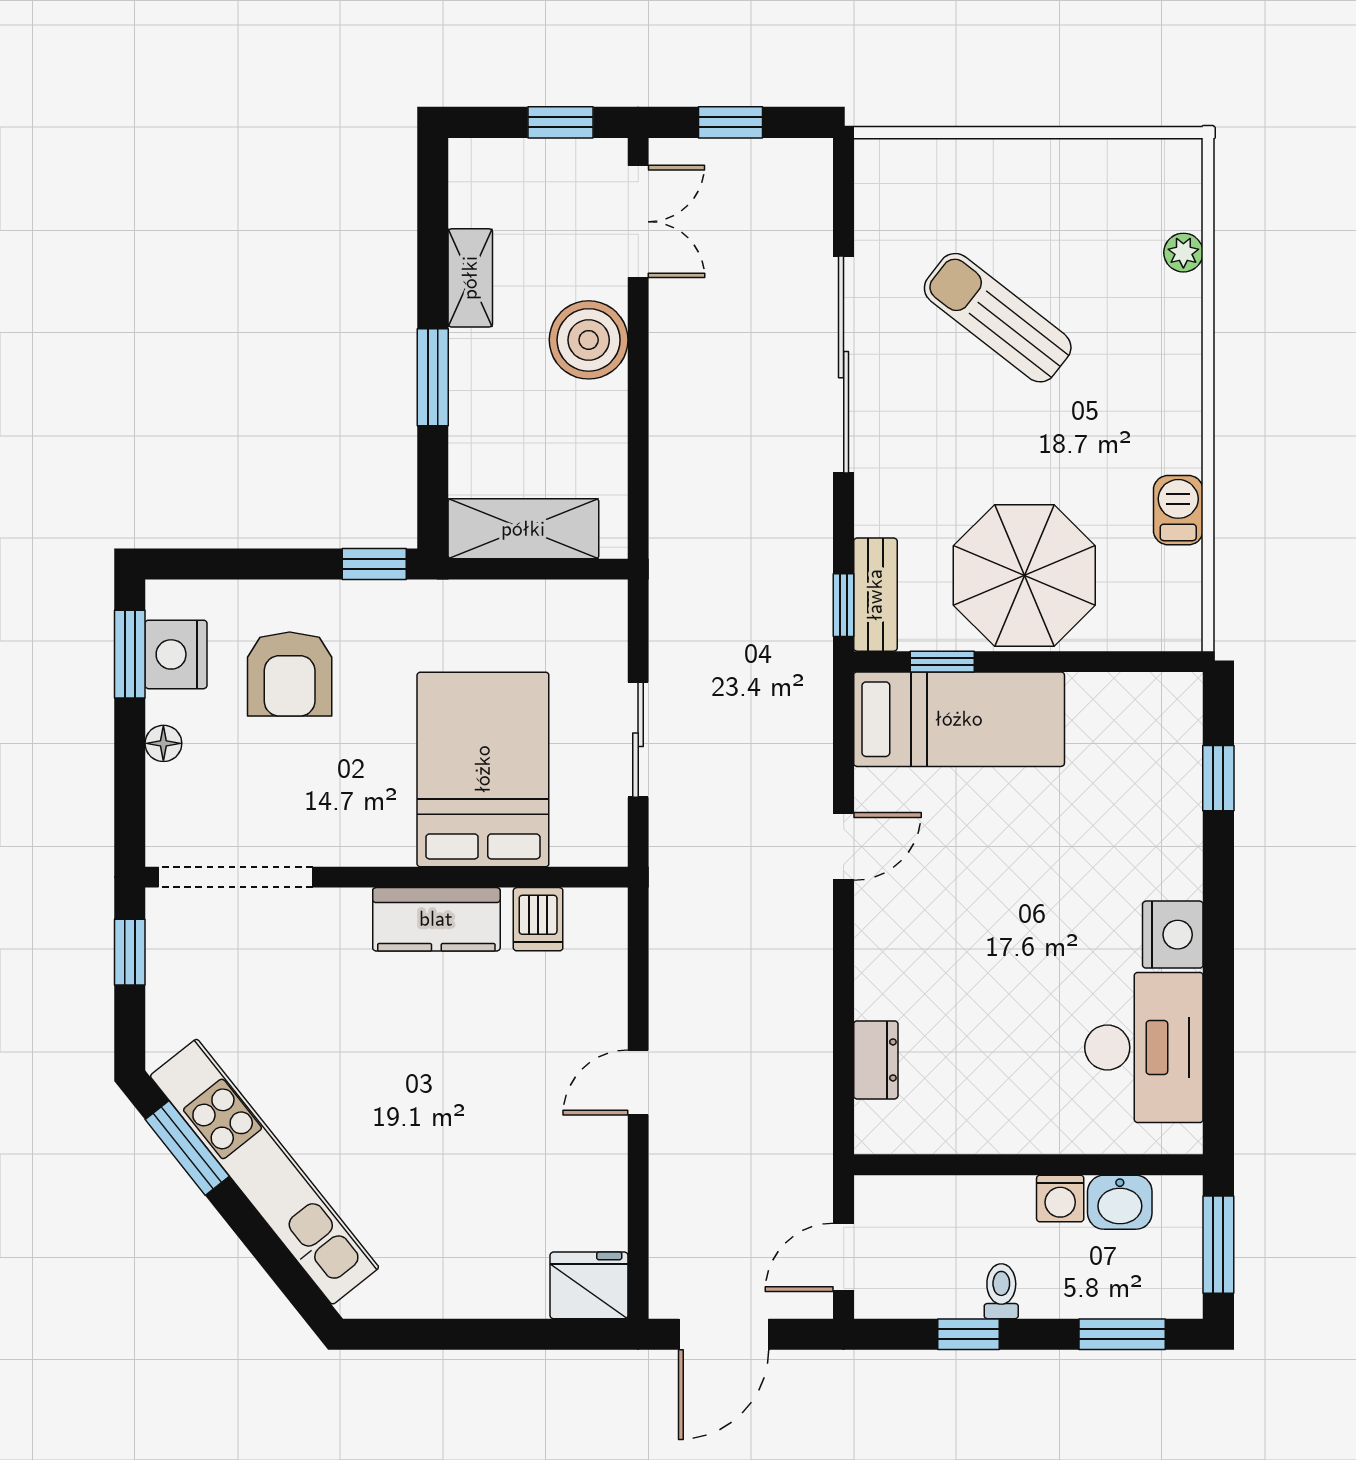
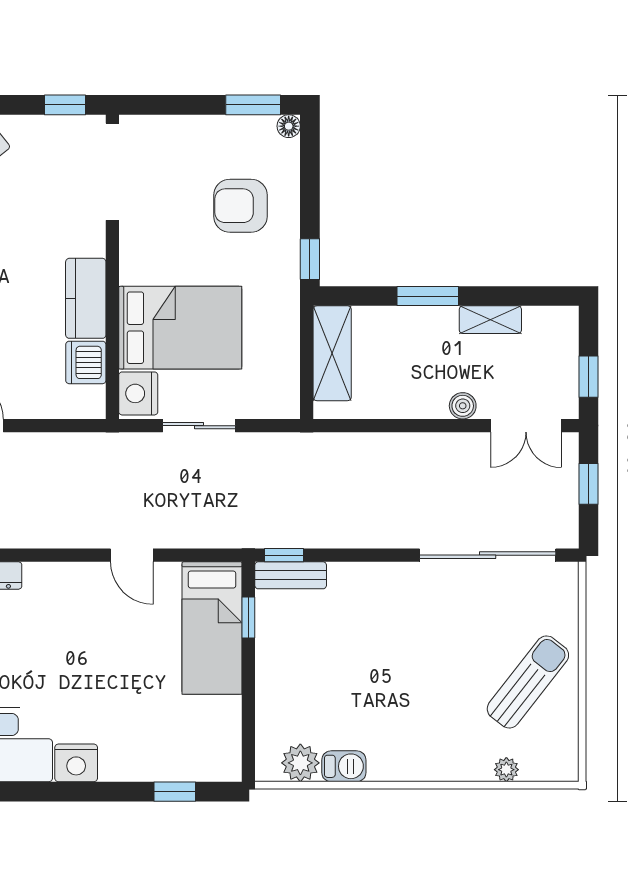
sun lounger: (998, 318) -> (528, 682), moved
boiler: (589, 340) -> (463, 406), width x0.54, depth x0.54
sliding door: (844, 365) -> (488, 555), moved
parasol: (1024, 575) -> (303, 669), removed
plant: (1173, 579) -> (300, 763), added
nightstand: (176, 654) -> (138, 393), moved, turned -90
floor lamp: (163, 743) -> (289, 126), moved
dishwasher: (538, 919) -> (86, 362), width x1.38

